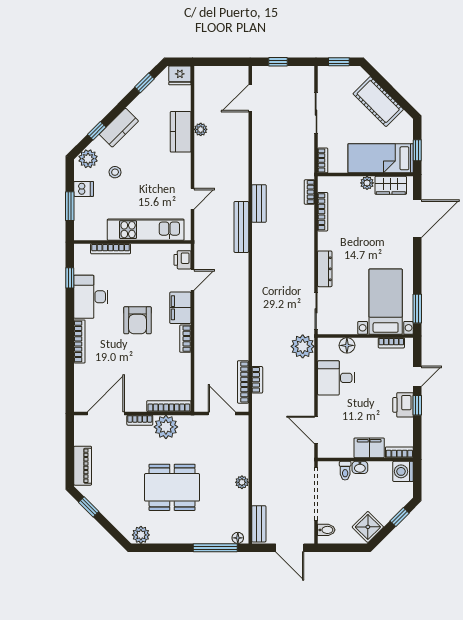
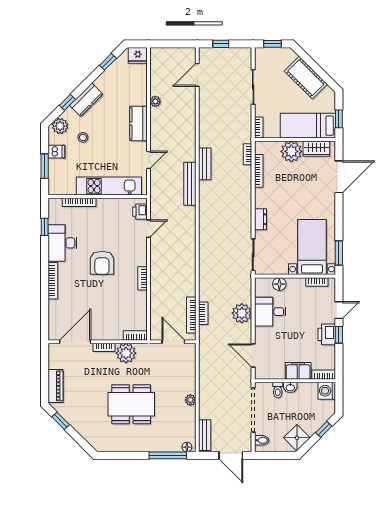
kitchen counter: (181, 132) -> (138, 123), moved
plant: (367, 183) -> (291, 151), width x1.87, depth x1.87
dresser: (325, 269) -> (260, 219), width x0.70
filing cabinet: (180, 308) -> (138, 252), removed
plant: (303, 346) -> (242, 313), moved
bookcase: (169, 406) -> (135, 335), width x0.64
plant: (141, 535) -> (105, 444), removed

